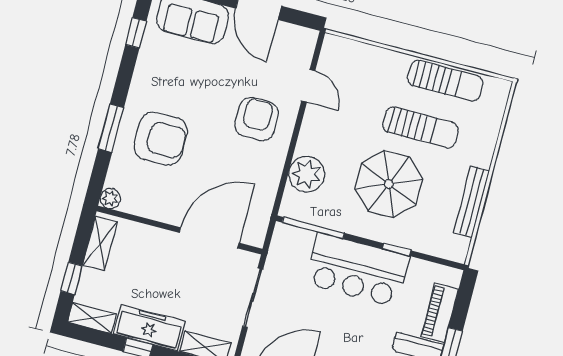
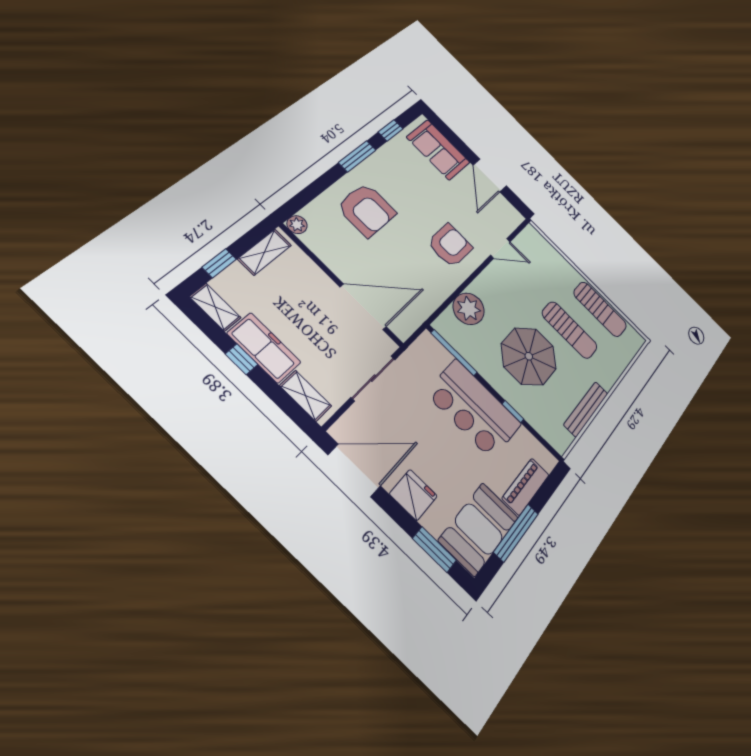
door: (308, 86) -> (500, 248), hinge flipped
window: (111, 128) -> (357, 156), moved

